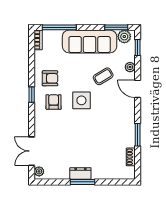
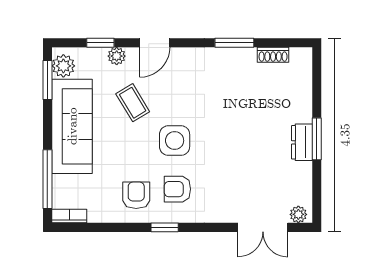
window: (138, 47) -> (100, 43), moved

